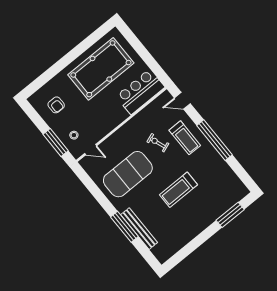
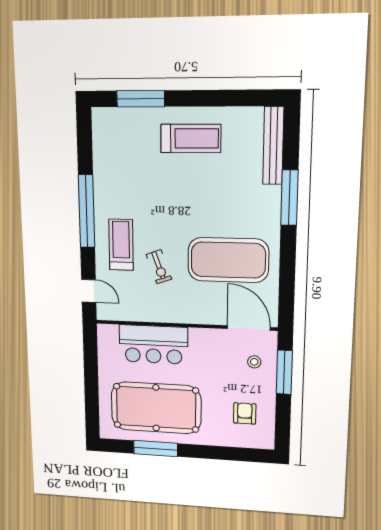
window: (83, 46) -> (156, 449), added
bar counter: (140, 92) -> (153, 344), moved
door: (91, 150) -> (249, 328), width x1.87
treadmill: (178, 190) -> (191, 138), moved
bench: (139, 229) -> (273, 146), moved

